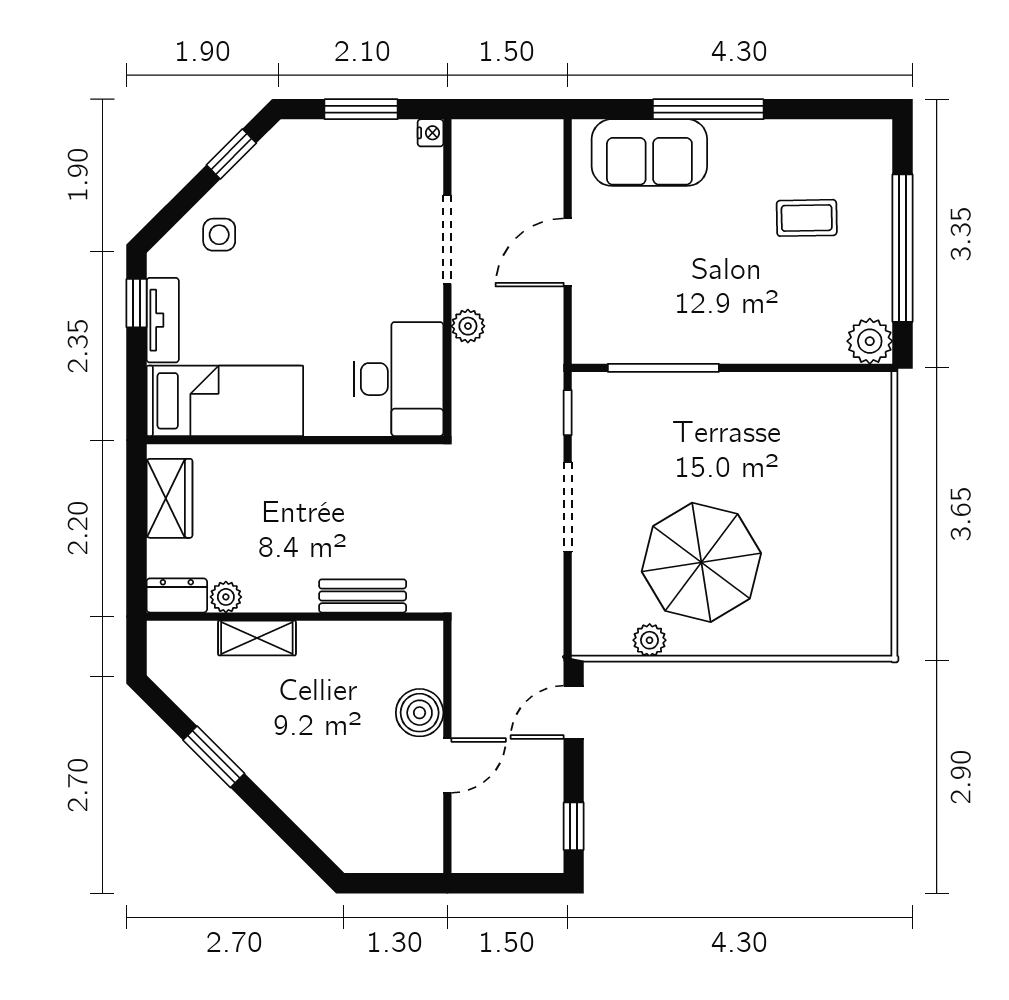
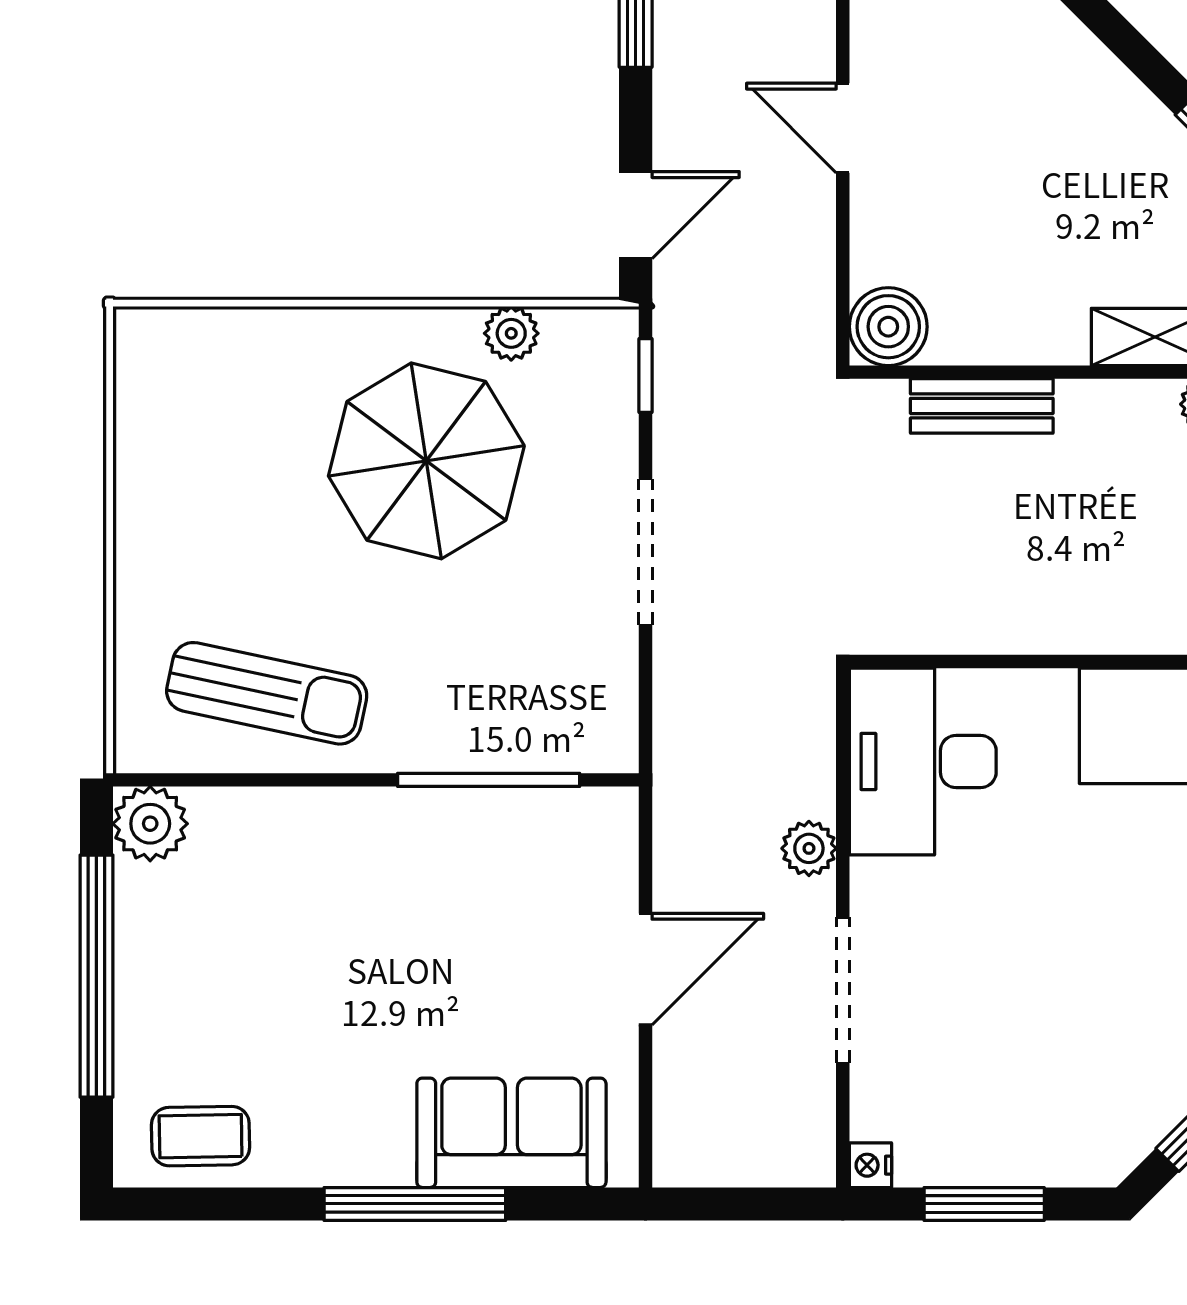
coffee table: (807, 218) -> (201, 1136), moved
window: (568, 413) -> (645, 376), moved
sun lounger: (799, 421) -> (267, 693), added
boiler: (420, 713) -> (888, 327), moved
door: (447, 765) -> (843, 128), hinge flipped

